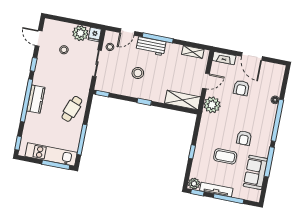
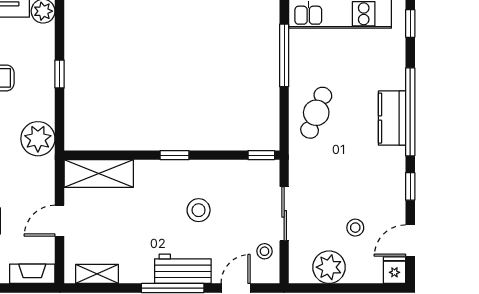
fridge: (95, 34) -> (394, 270), moved
door: (39, 38) -> (410, 241), swing flipped
plant: (212, 105) -> (38, 139), moved

